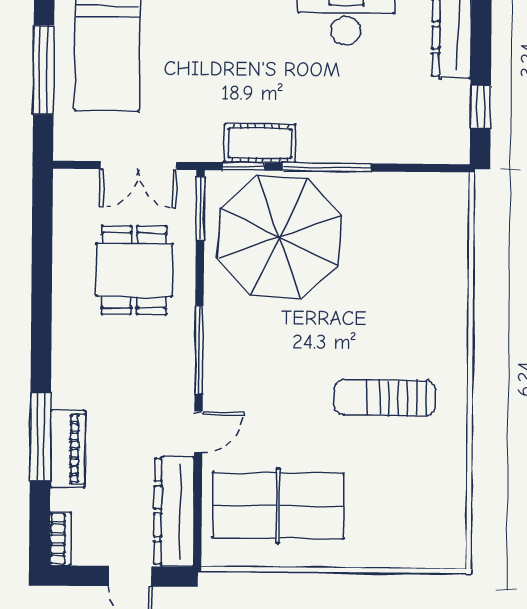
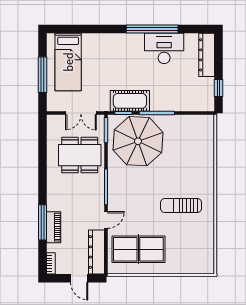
cot: (260, 143) -> (130, 101), width x1.37, depth x1.34
dining table: (134, 270) -> (80, 155), width x1.38

